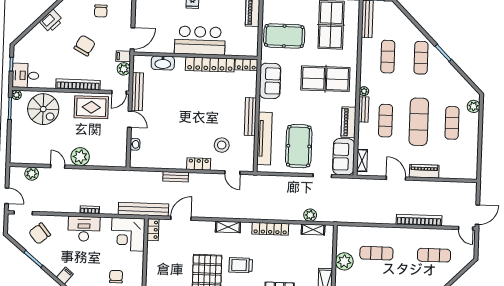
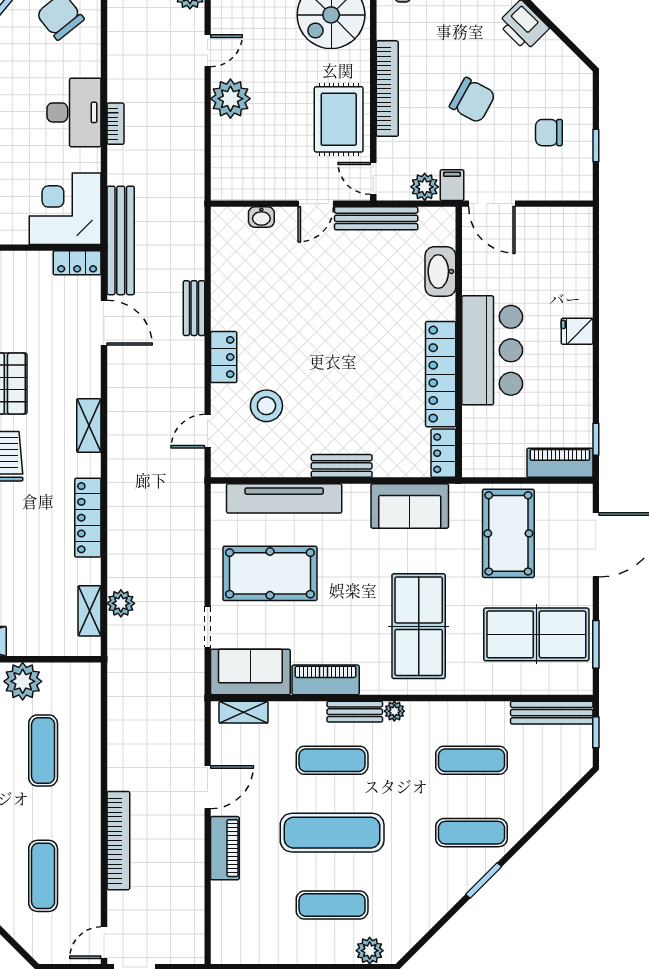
bench: (250, 117) -> (342, 466), width x0.73

